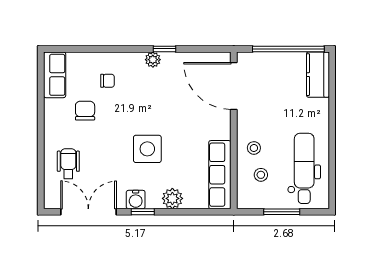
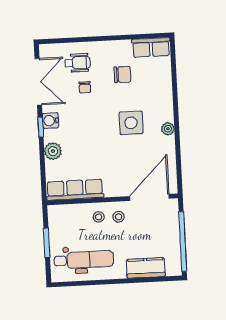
window: (165, 49) -> (177, 138), removed
kitchen counter: (318, 75) -> (146, 268), moved
chair: (107, 81) -> (85, 87), moved
side table: (147, 149) -> (131, 123), moved
stool: (261, 175) -> (119, 217), moved

